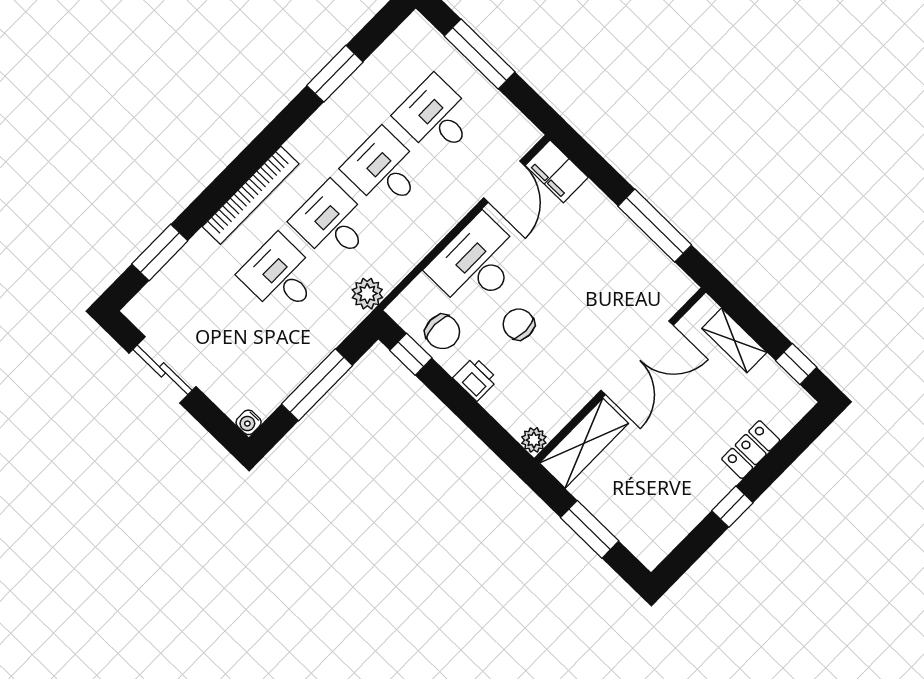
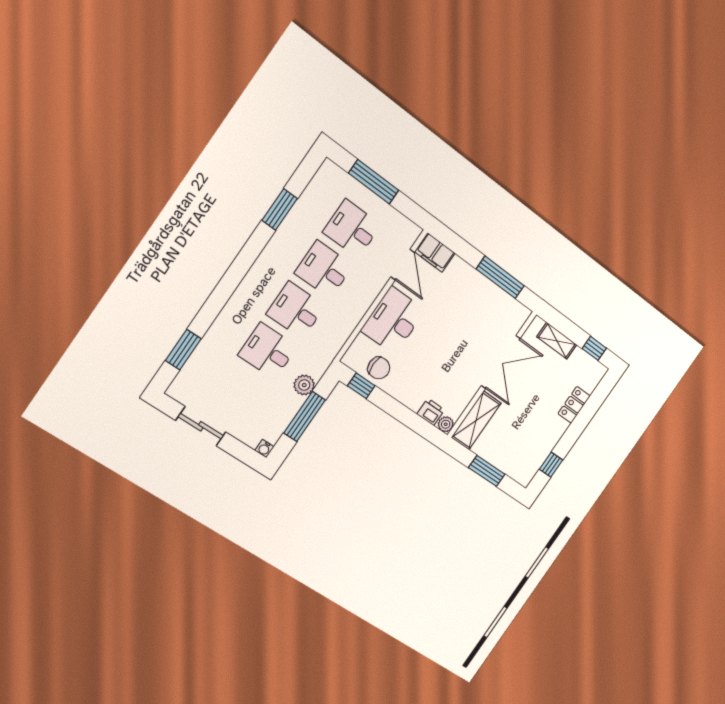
bookcase: (251, 195) -> (238, 301), removed
plant: (367, 294) -> (304, 385), moved
chair: (519, 324) -> (426, 354), removed
printer: (475, 379) -> (431, 412), moved
window: (732, 507) -> (551, 465), moved

